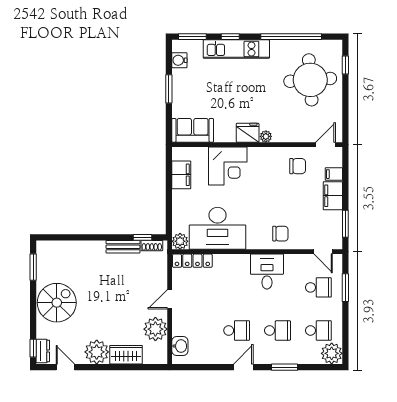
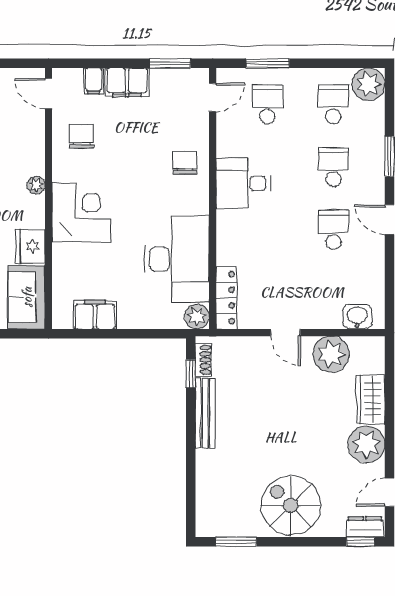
fridge: (248, 133) -> (30, 247), moved
corner desk: (228, 166) -> (81, 213), moved
bench: (123, 247) -> (205, 413), width x1.36

